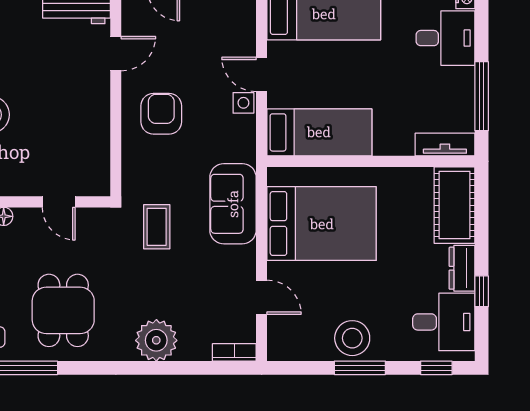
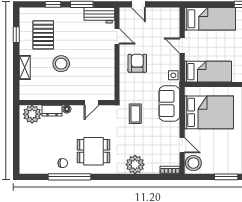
door: (116, 54) -> (117, 36), hinge flipped
side table: (243, 103) -> (173, 75), moved
door: (59, 202) -> (91, 103), hinge flipped
dining table: (63, 310) -> (93, 151), turned 90
stool: (352, 338) -> (193, 163), moved

